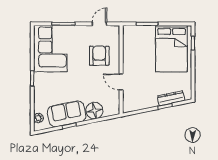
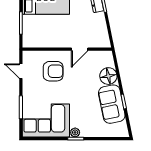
armchair: (99, 56) -> (53, 71), turned 180
plant: (38, 118) -> (75, 132), moved

